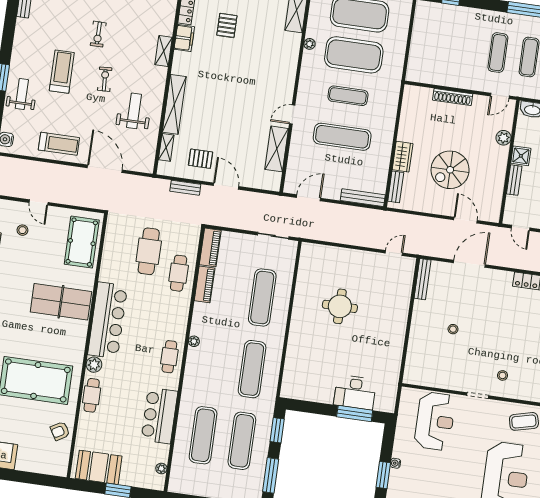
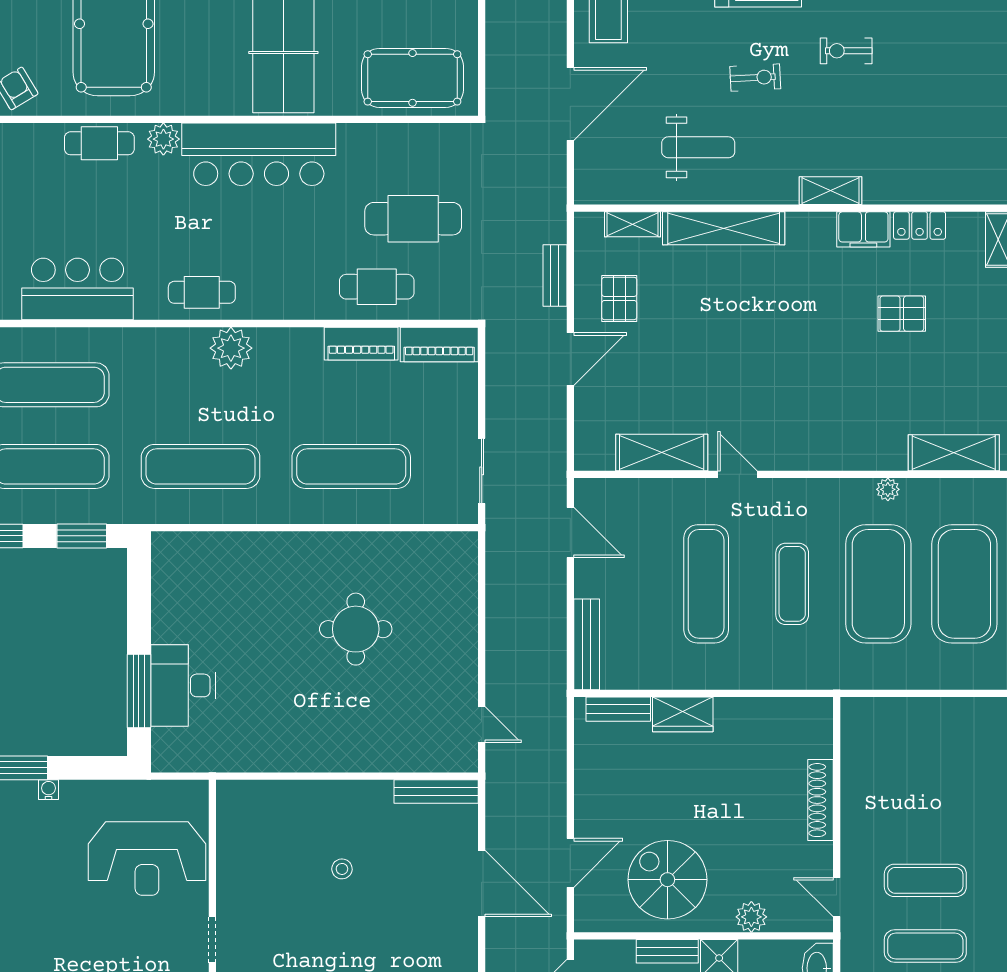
spiral stairs: (450, 170) -> (667, 880), moved
plant: (194, 341) -> (231, 348), width x1.88, depth x1.88

